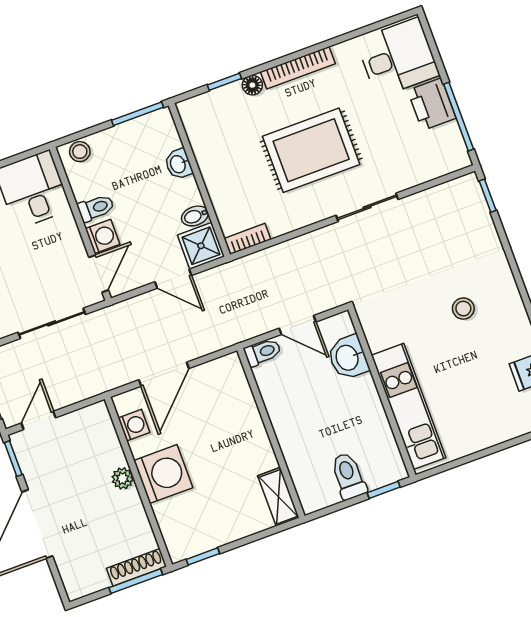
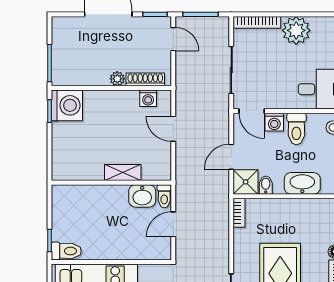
washbasin: (178, 164) -> (302, 183), width x1.91, depth x1.45
toilet: (96, 208) -> (296, 129), width x1.37, depth x1.39
washbasin: (348, 357) -> (142, 196), moved, turned 180
door: (164, 374) -> (173, 129), width x0.73
washing machine: (163, 474) -> (67, 105), moved, turned -90
toilet: (348, 476) -> (66, 251), moved
shelving: (278, 497) -> (123, 173), moved
shoe rack: (137, 567) -> (145, 79), moved, turned -90

